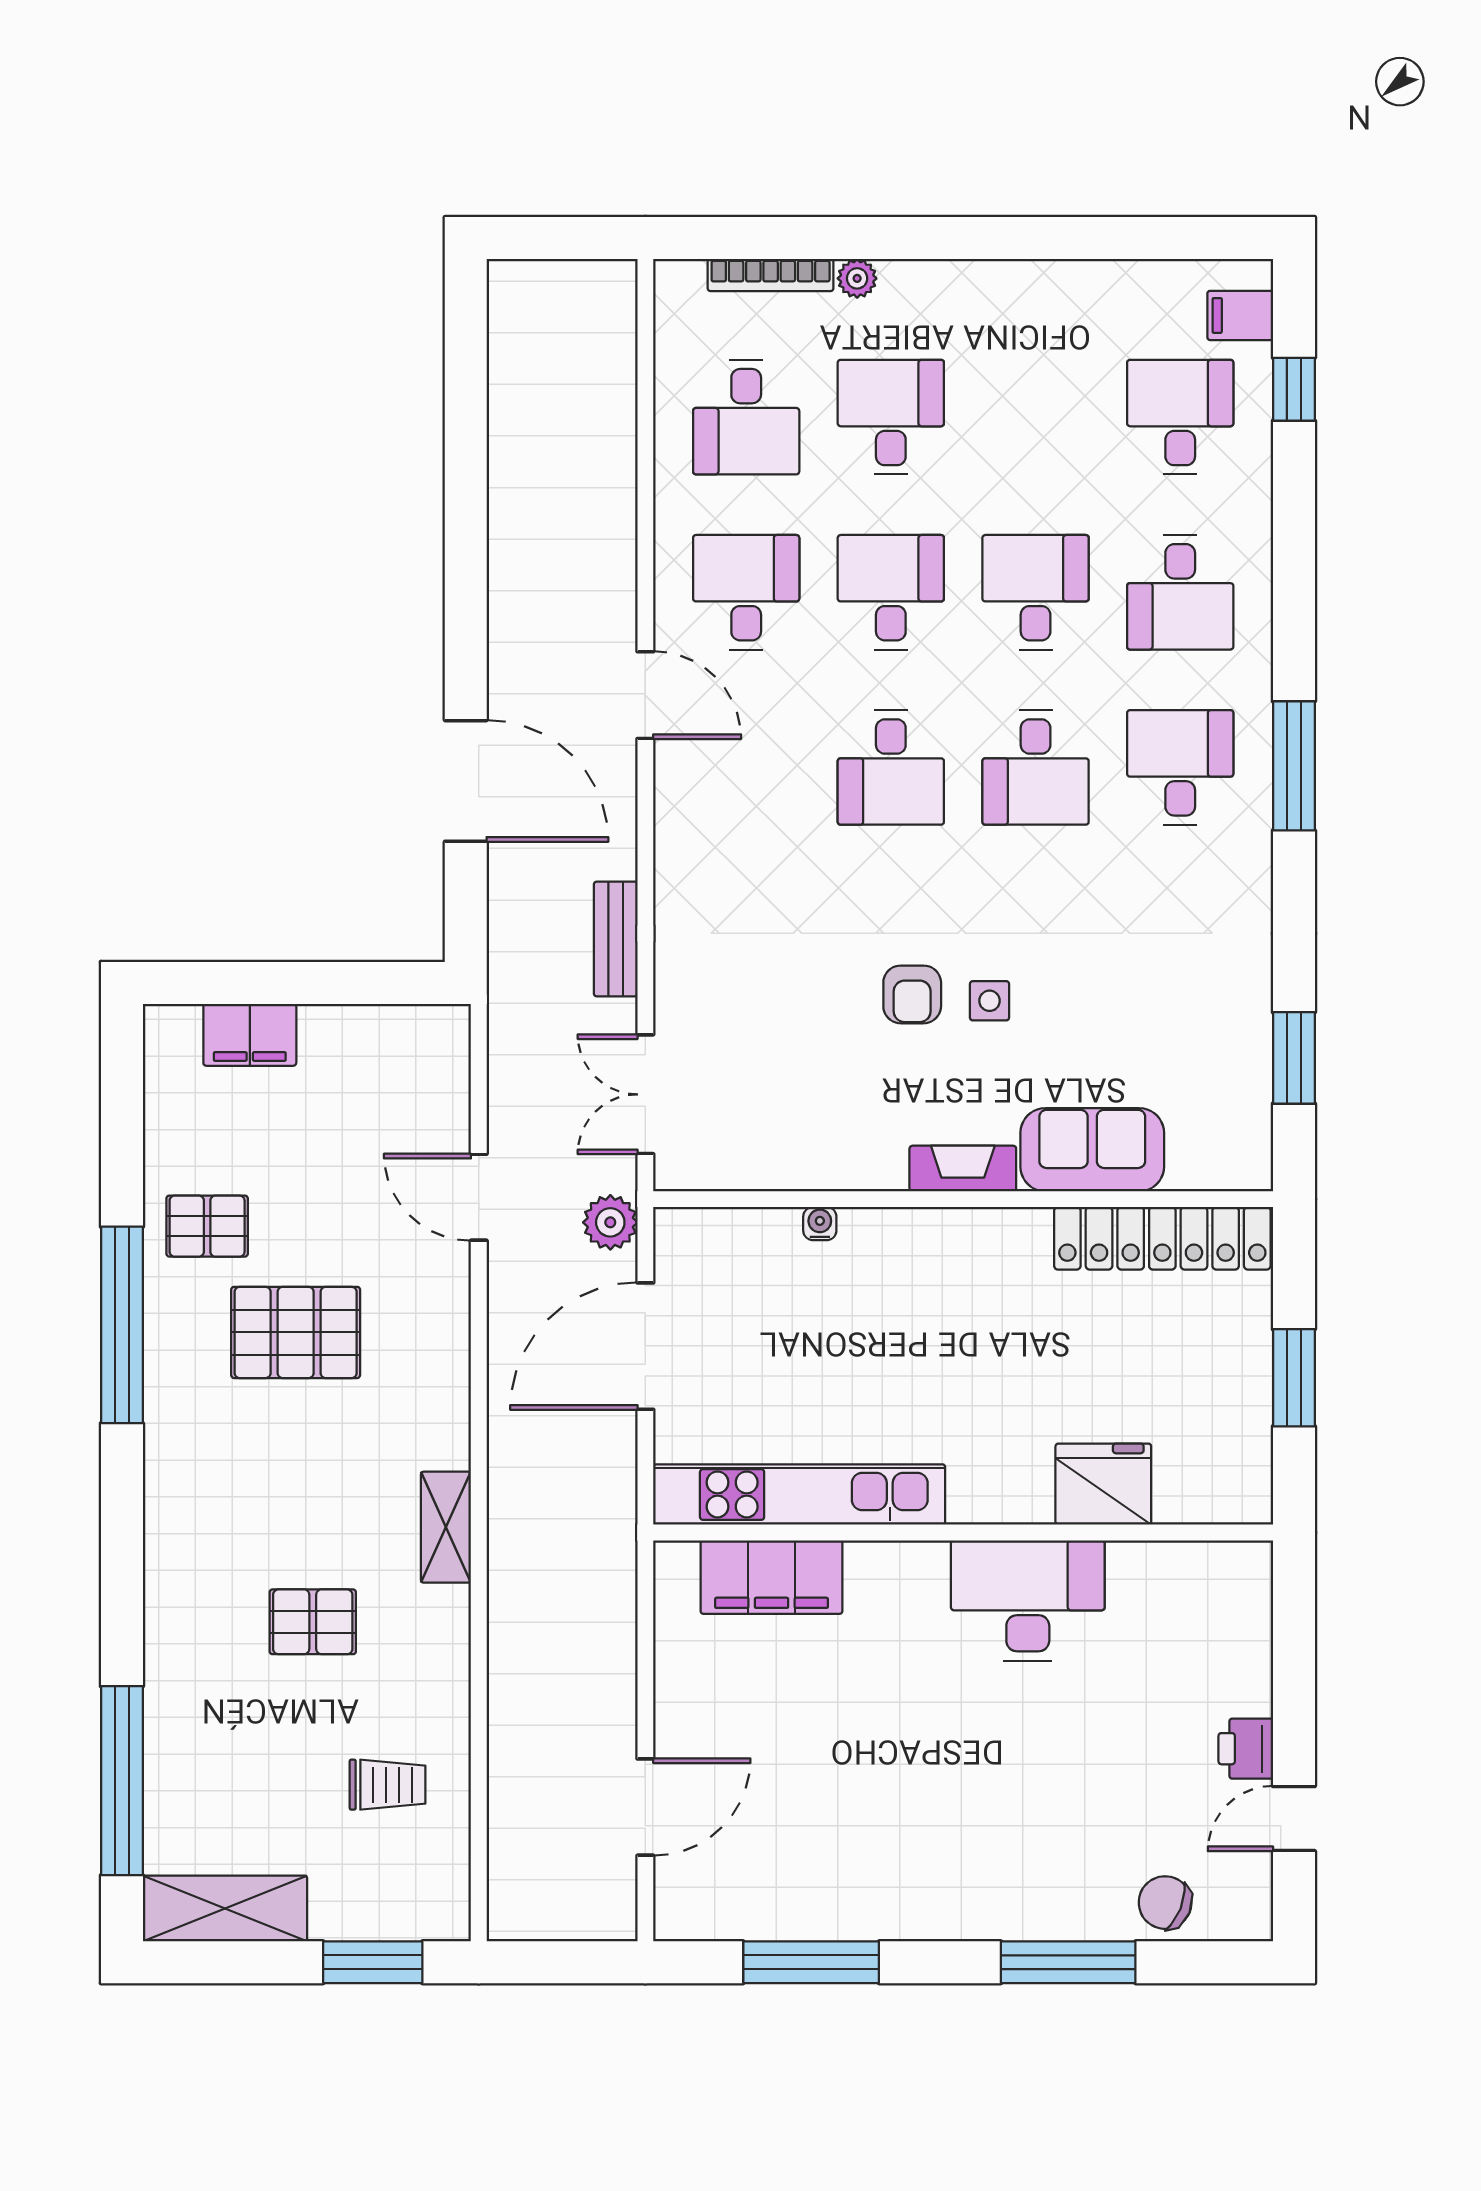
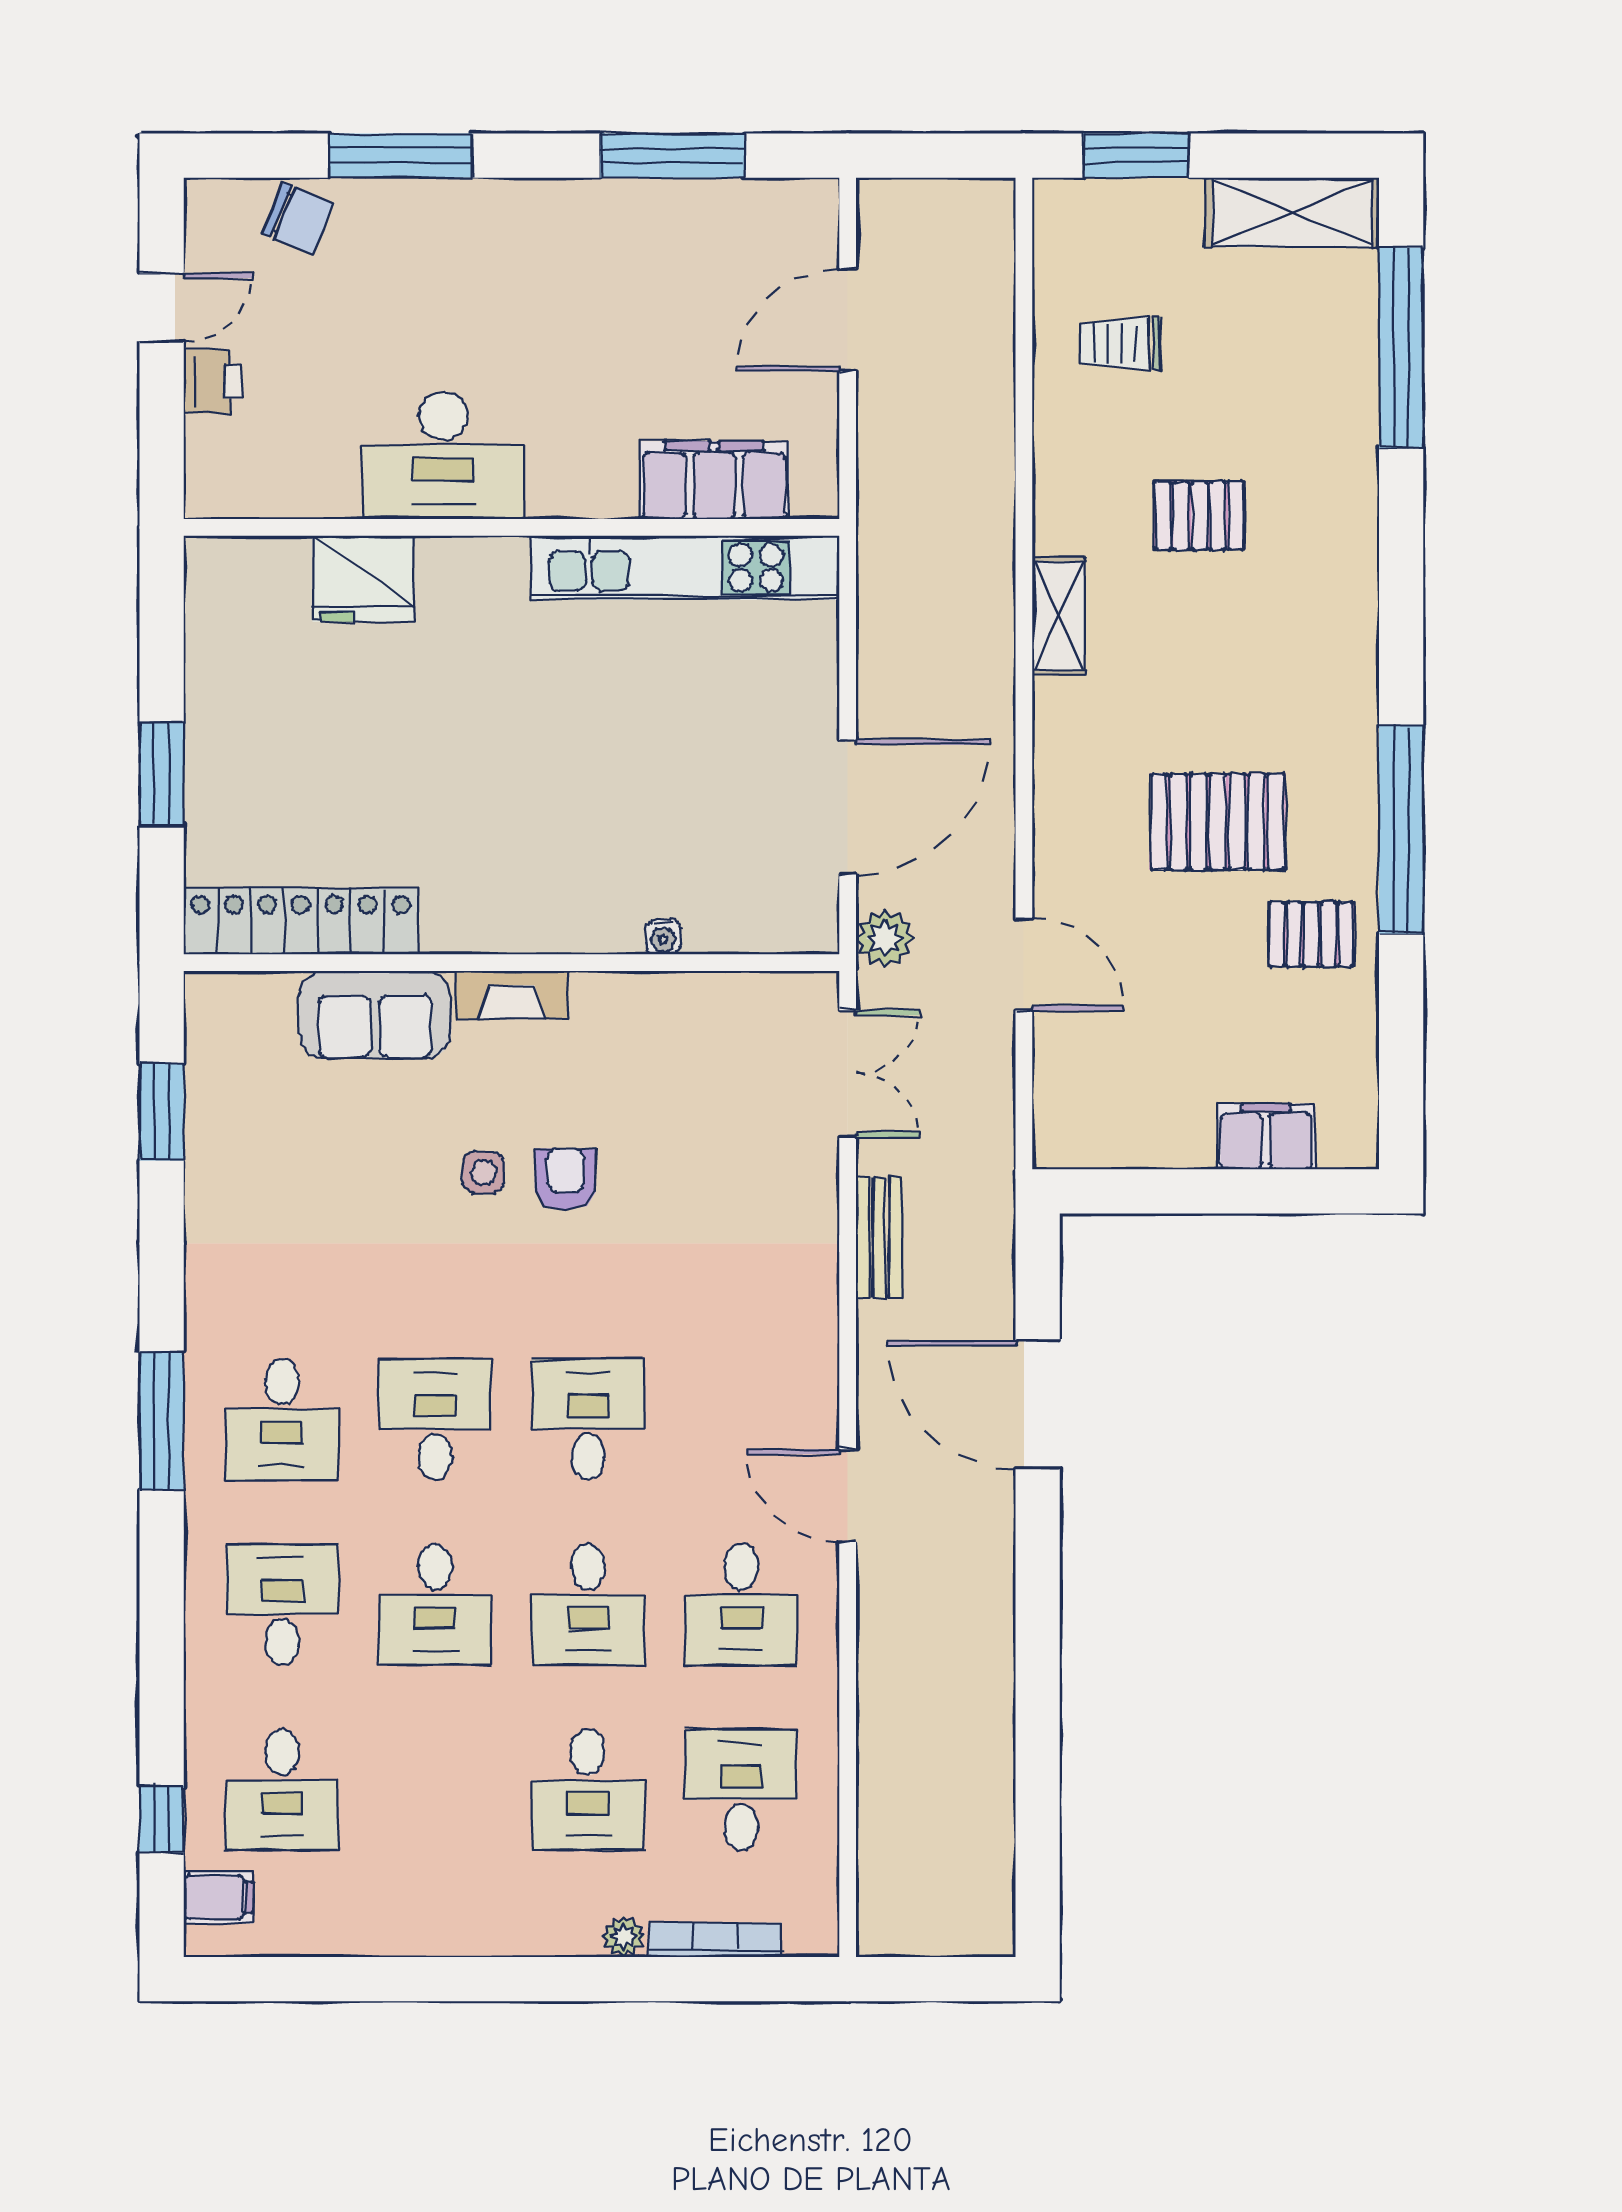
fridge: (1103, 1484) -> (363, 579), moved
kitchen unit: (799, 1494) -> (685, 568), moved
wall: (963, 1532) -> (511, 527), moved
filing cabinet: (772, 1577) -> (714, 480), moved
desk: (1028, 1601) -> (443, 455), moved

